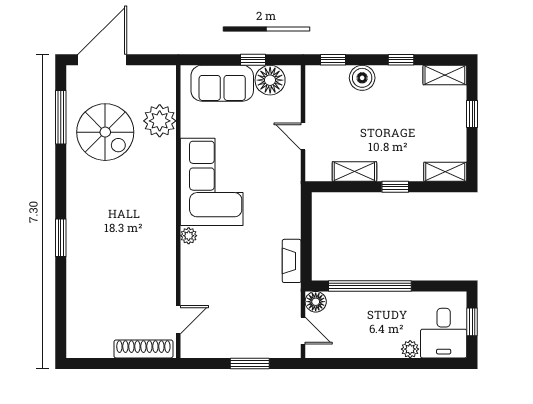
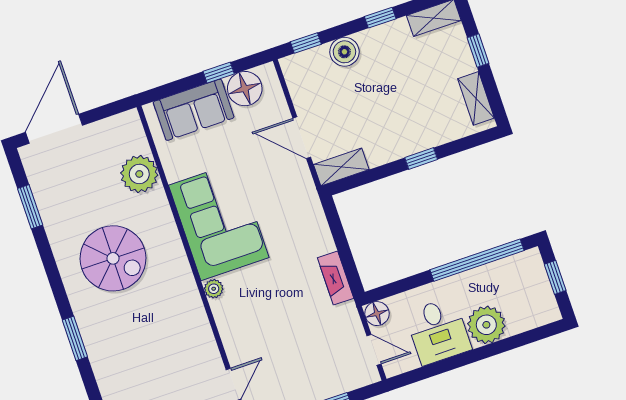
window: (61, 117) -> (30, 207), width x0.69
spiral stairs: (105, 132) -> (113, 258), moved
door: (303, 136) -> (302, 138), width x1.38
shelving: (354, 172) -> (341, 167), moved
shelving: (445, 172) -> (476, 98), moved, turned 90
window: (370, 286) -> (477, 260), moved
desk: (444, 333) -> (438, 331), moved
plant: (410, 349) -> (486, 325), width x1.88, depth x1.88

